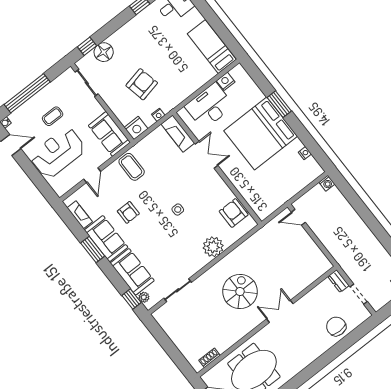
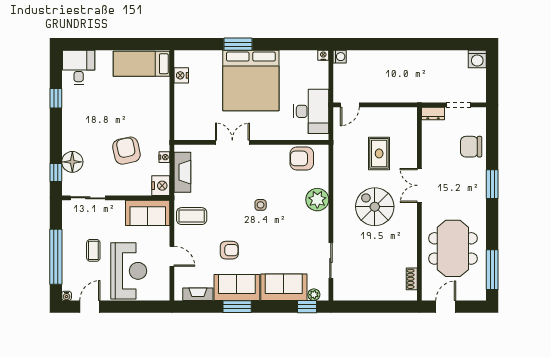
desk: (209, 106) -> (311, 111), moved, turned 180
fireplace: (178, 134) -> (182, 172), moved, turned -90
reception desk: (58, 153) -> (129, 271), turned 180
nightstand: (305, 153) -> (323, 55), moved
rug: (280, 265) -> (379, 153), added
window: (321, 362) -> (492, 184), added

